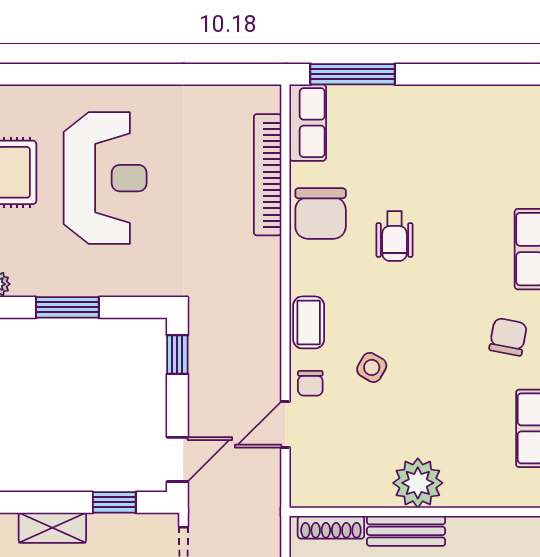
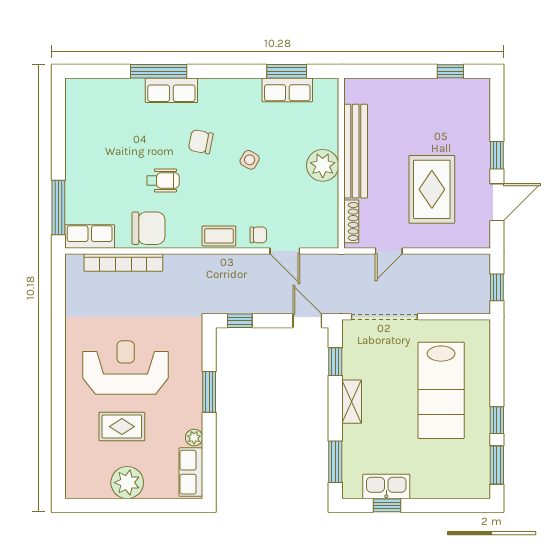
chair: (508, 337) -> (201, 142), moved
side table: (372, 367) -> (250, 160), moved
bench: (406, 531) -> (356, 151), width x1.86, depth x1.21

